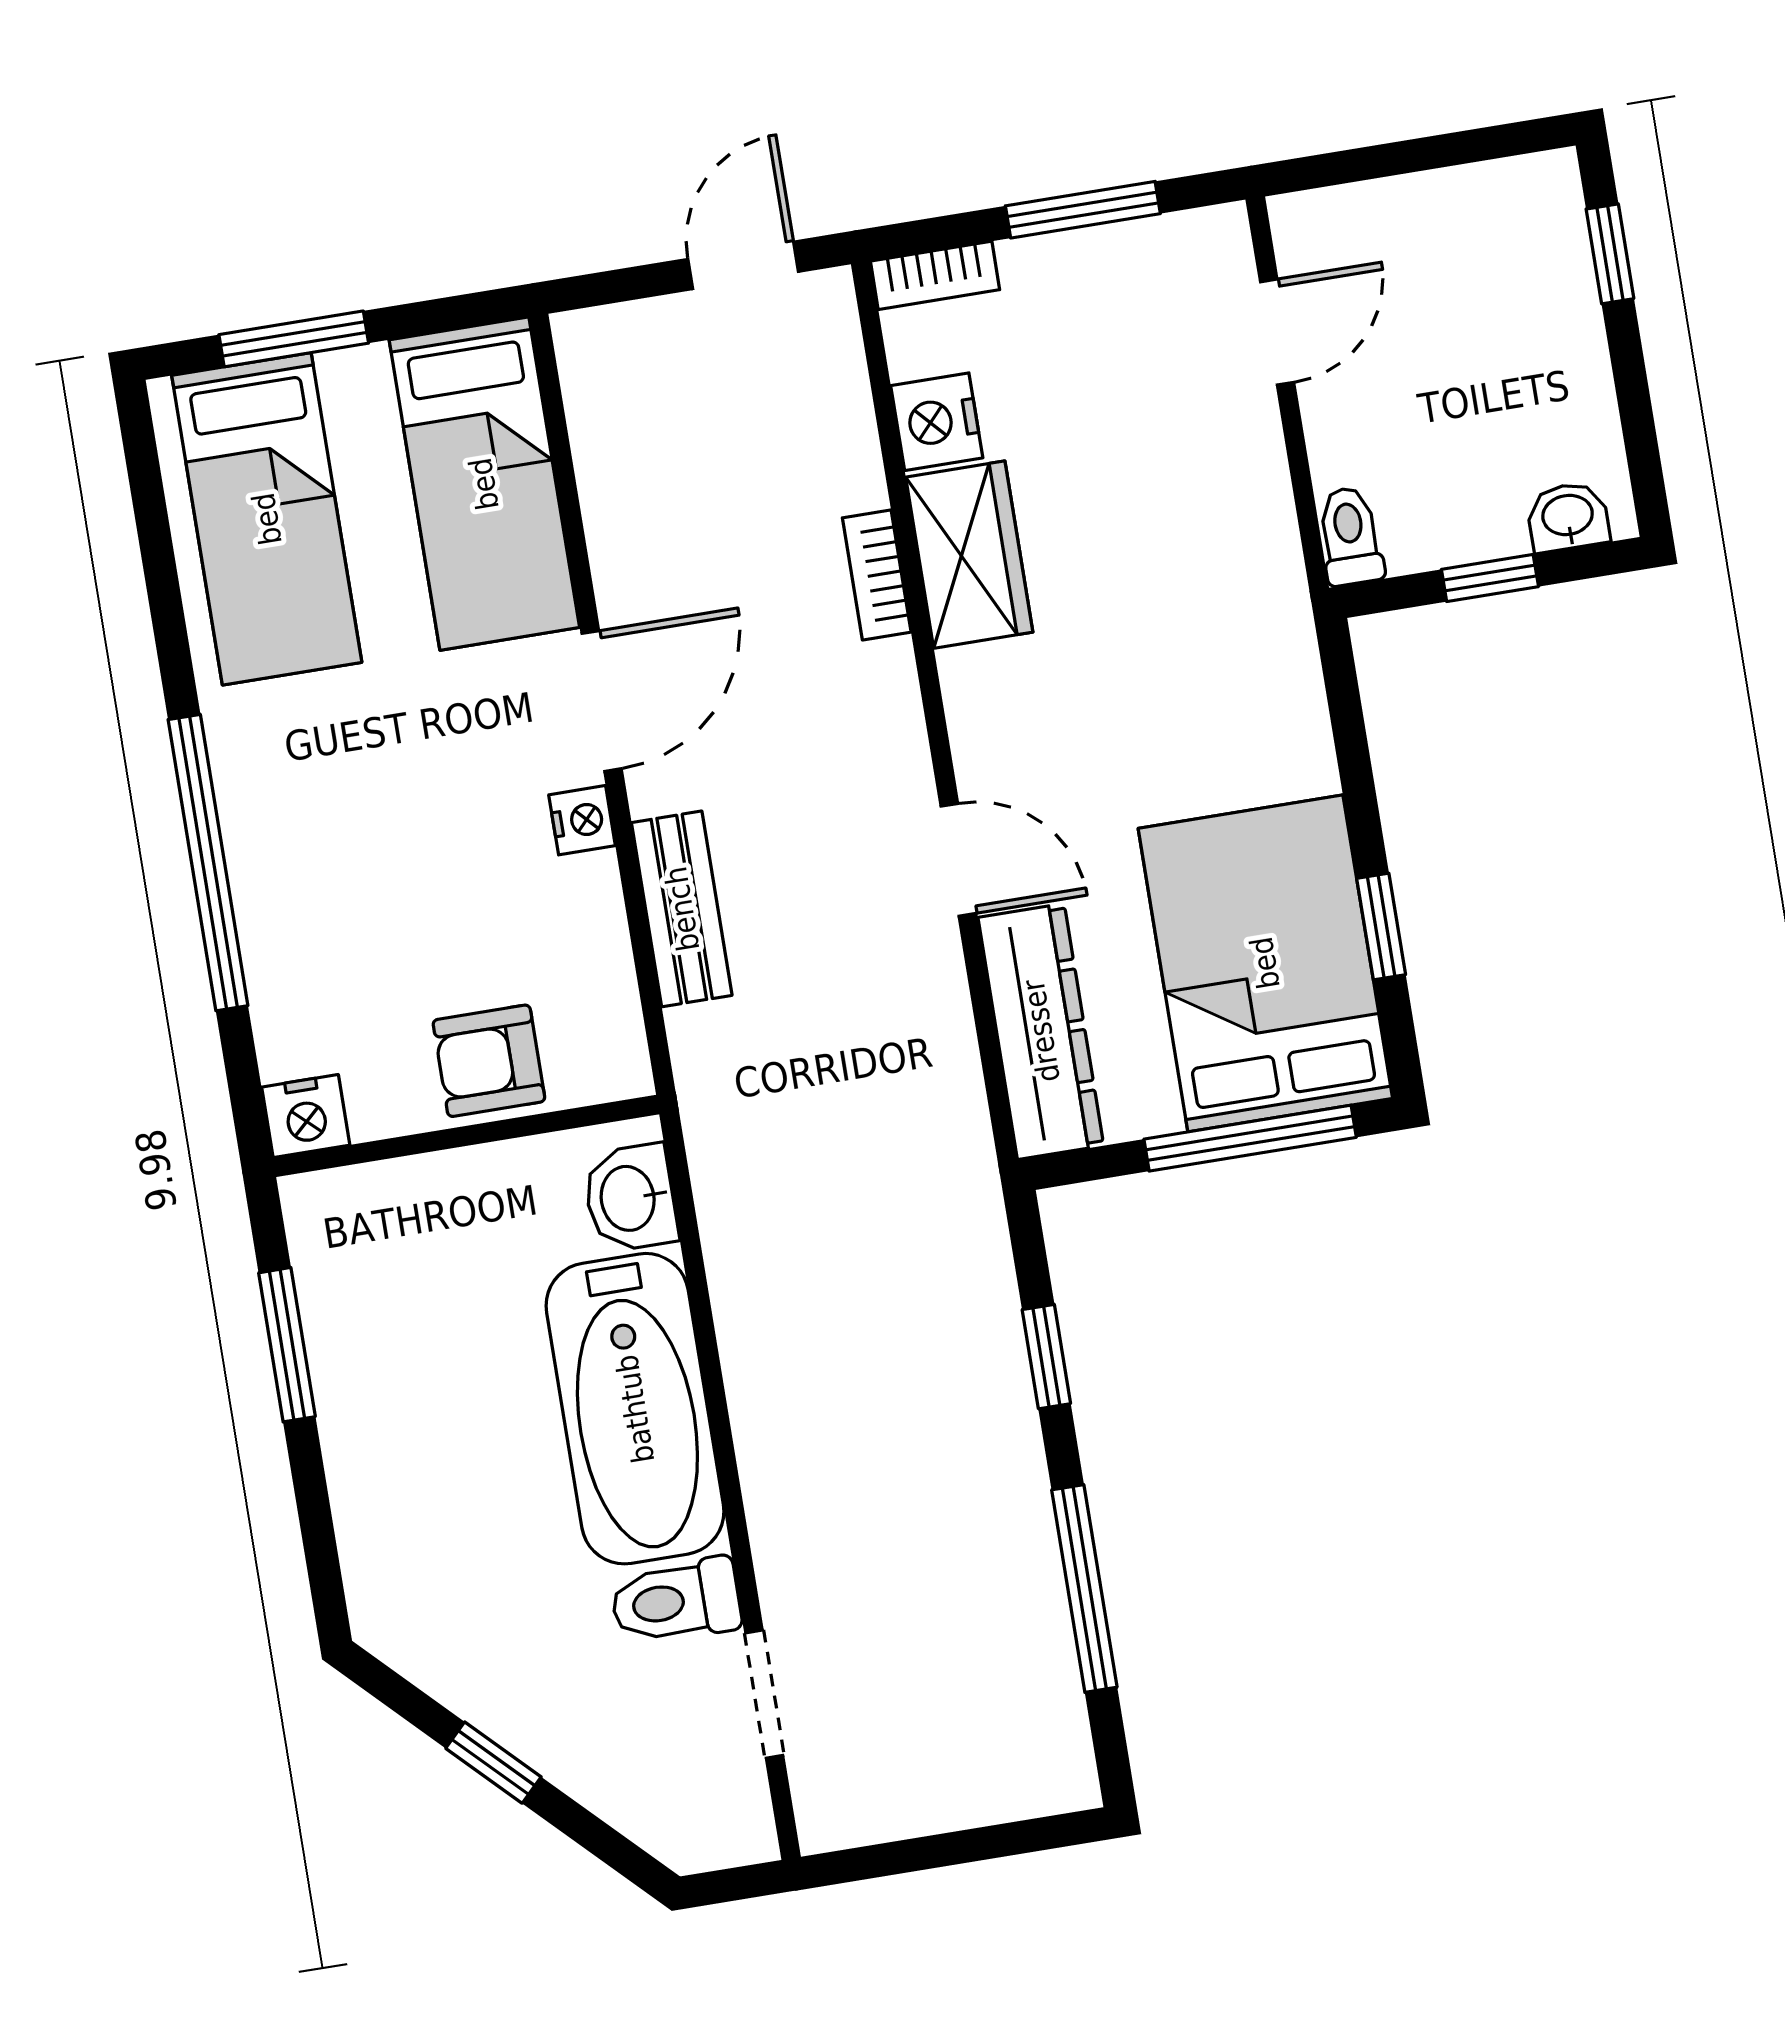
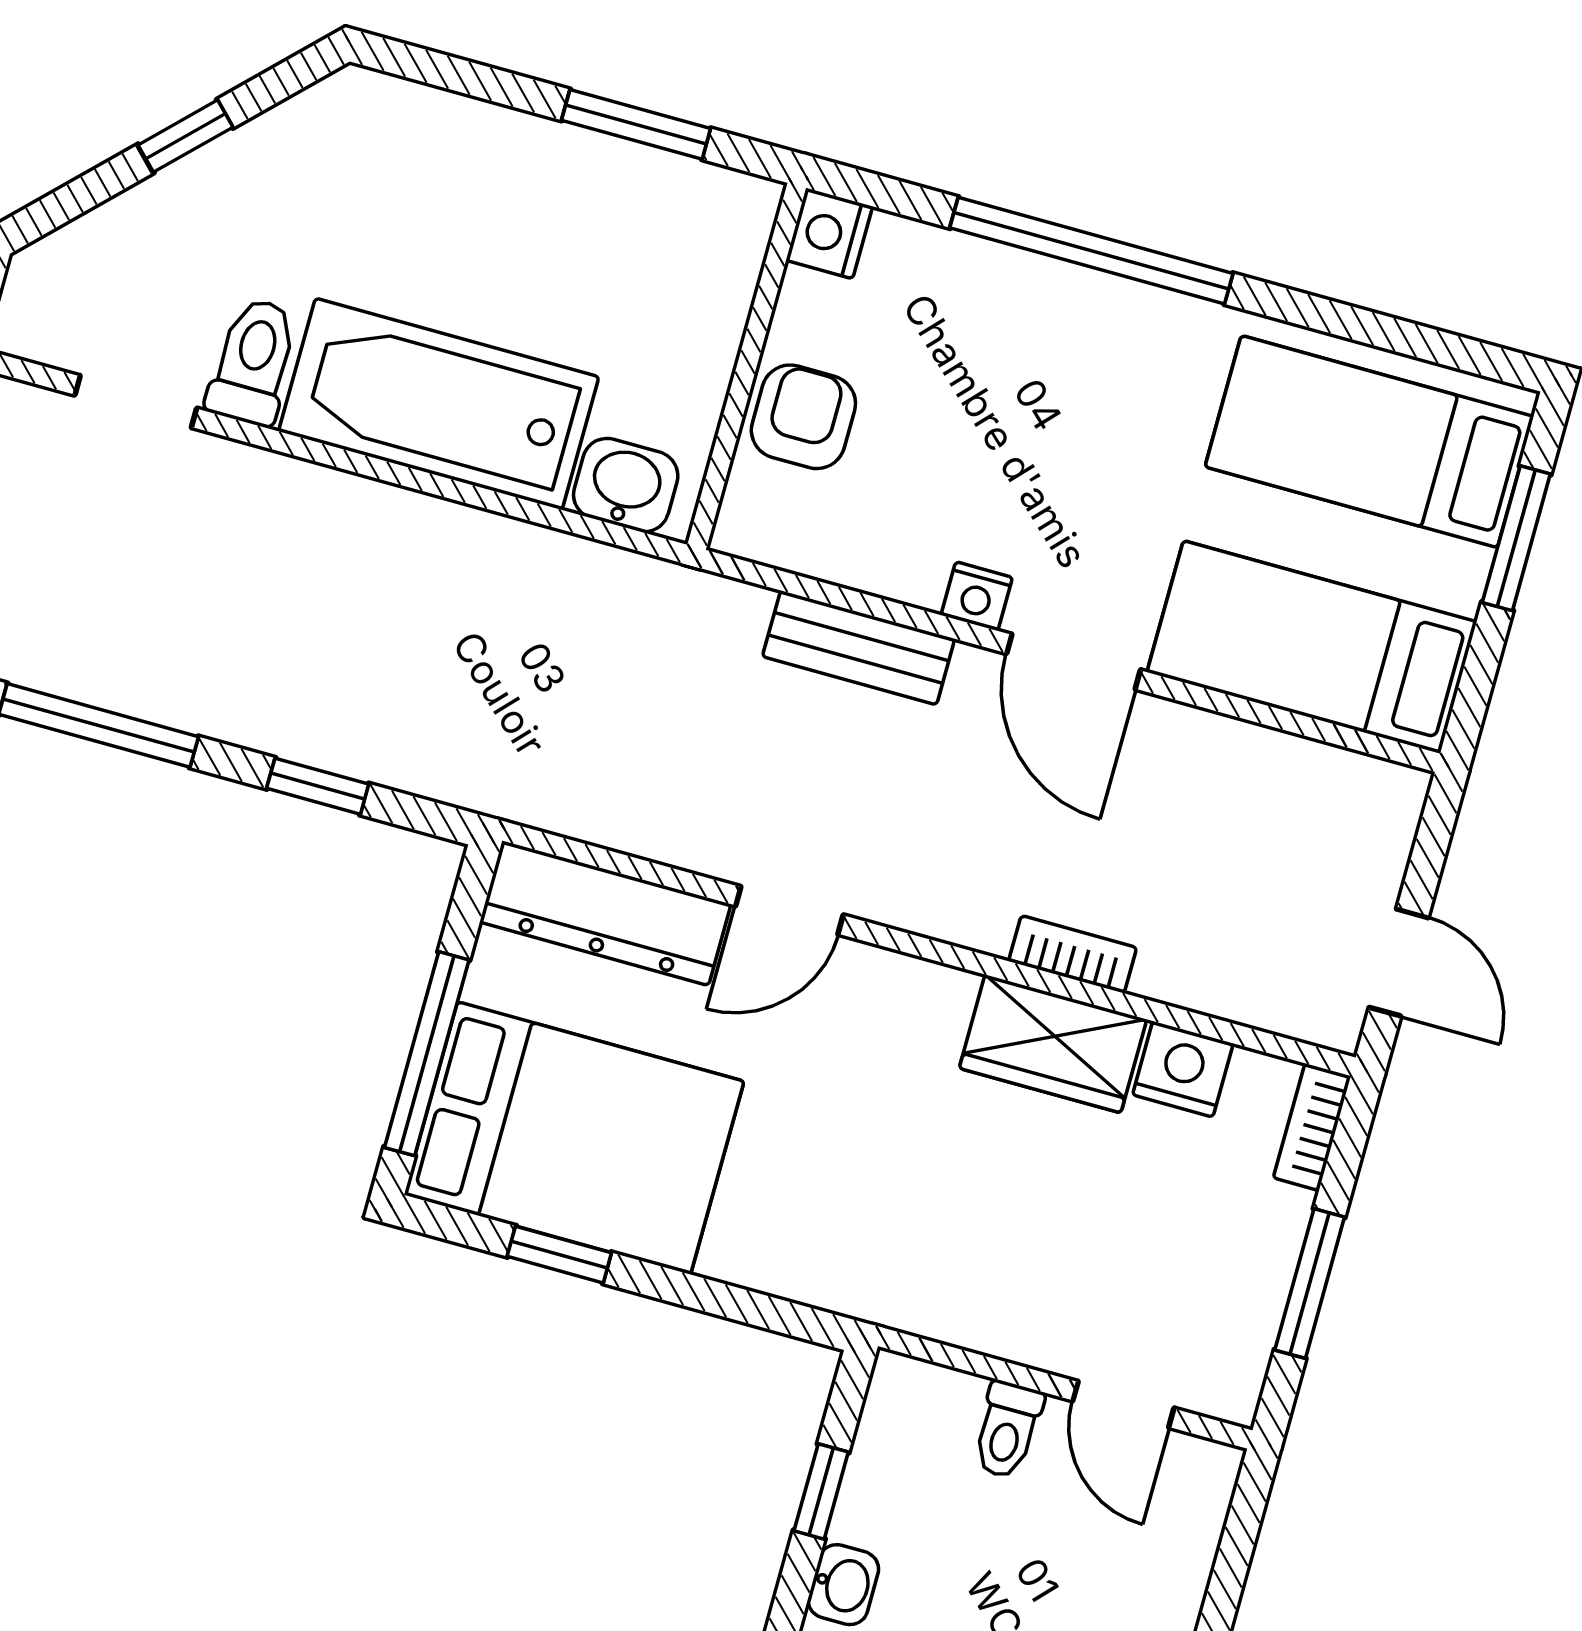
toilet: (1350, 536) -> (1007, 1430), moved, turned 90

